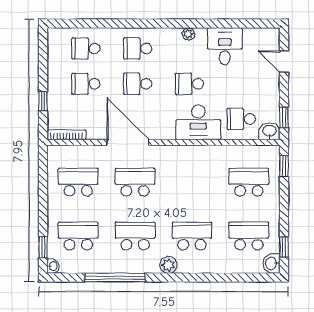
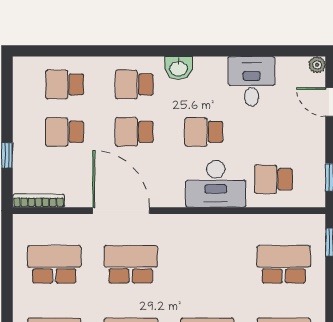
plant: (188, 34) -> (317, 65), moved
washbasin: (270, 131) -> (179, 68), moved, turned 180

